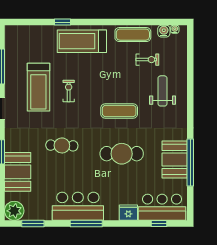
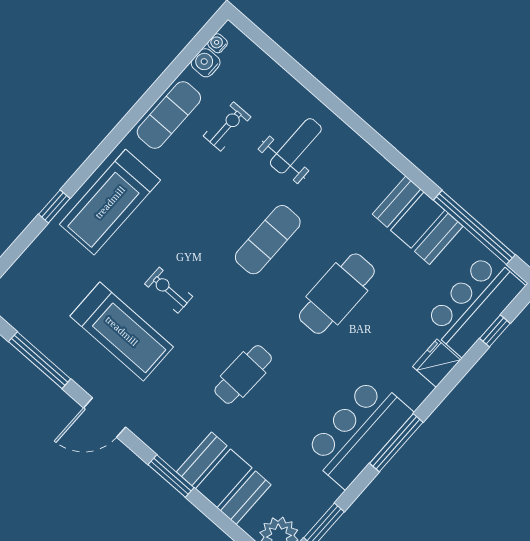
weight bench: (163, 91) -> (296, 146), turned 90
window: (190, 162) -> (474, 227), moved

